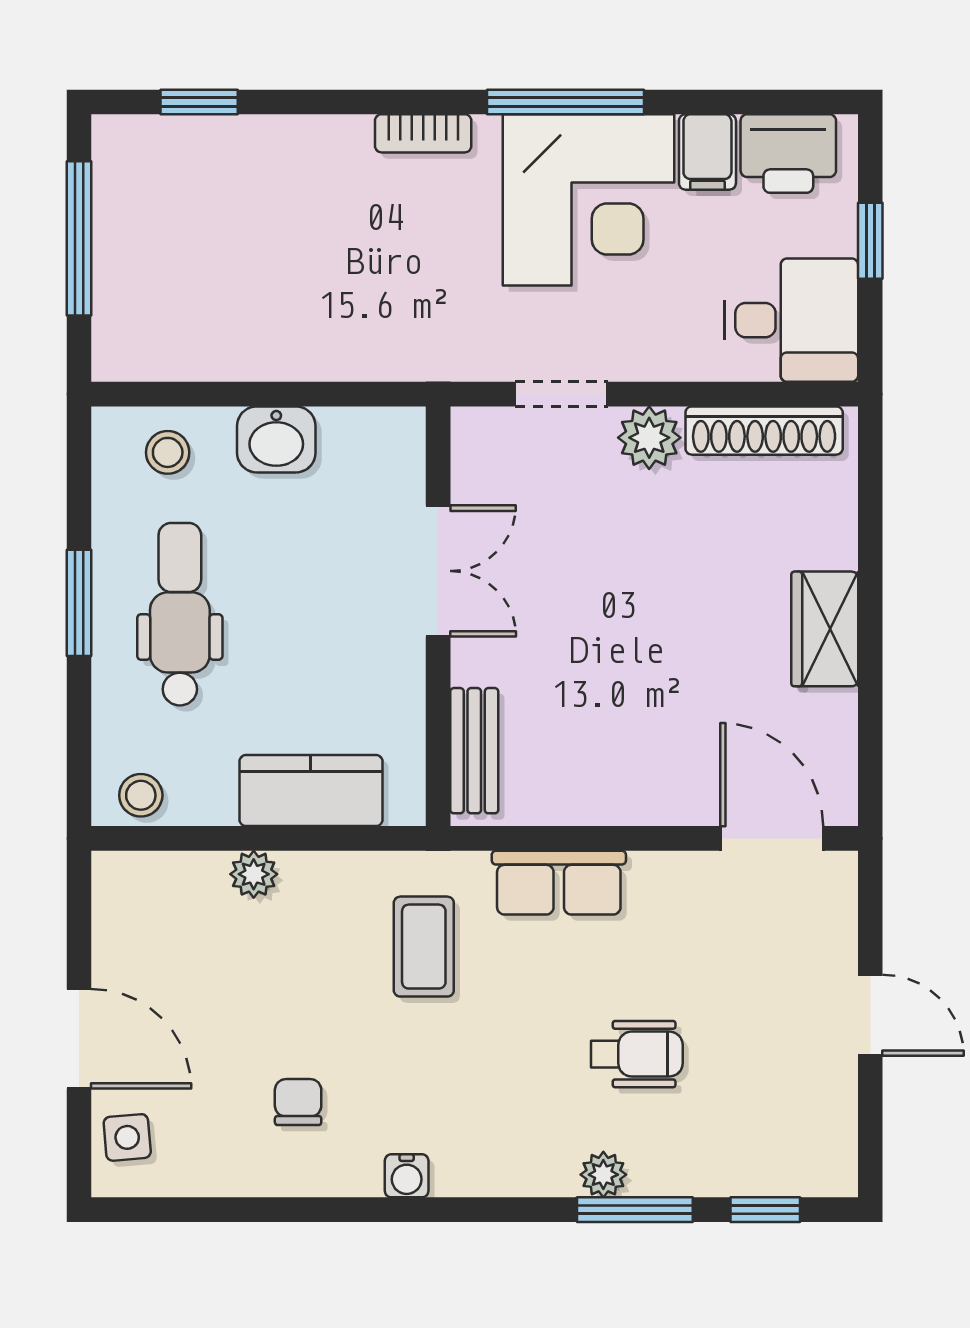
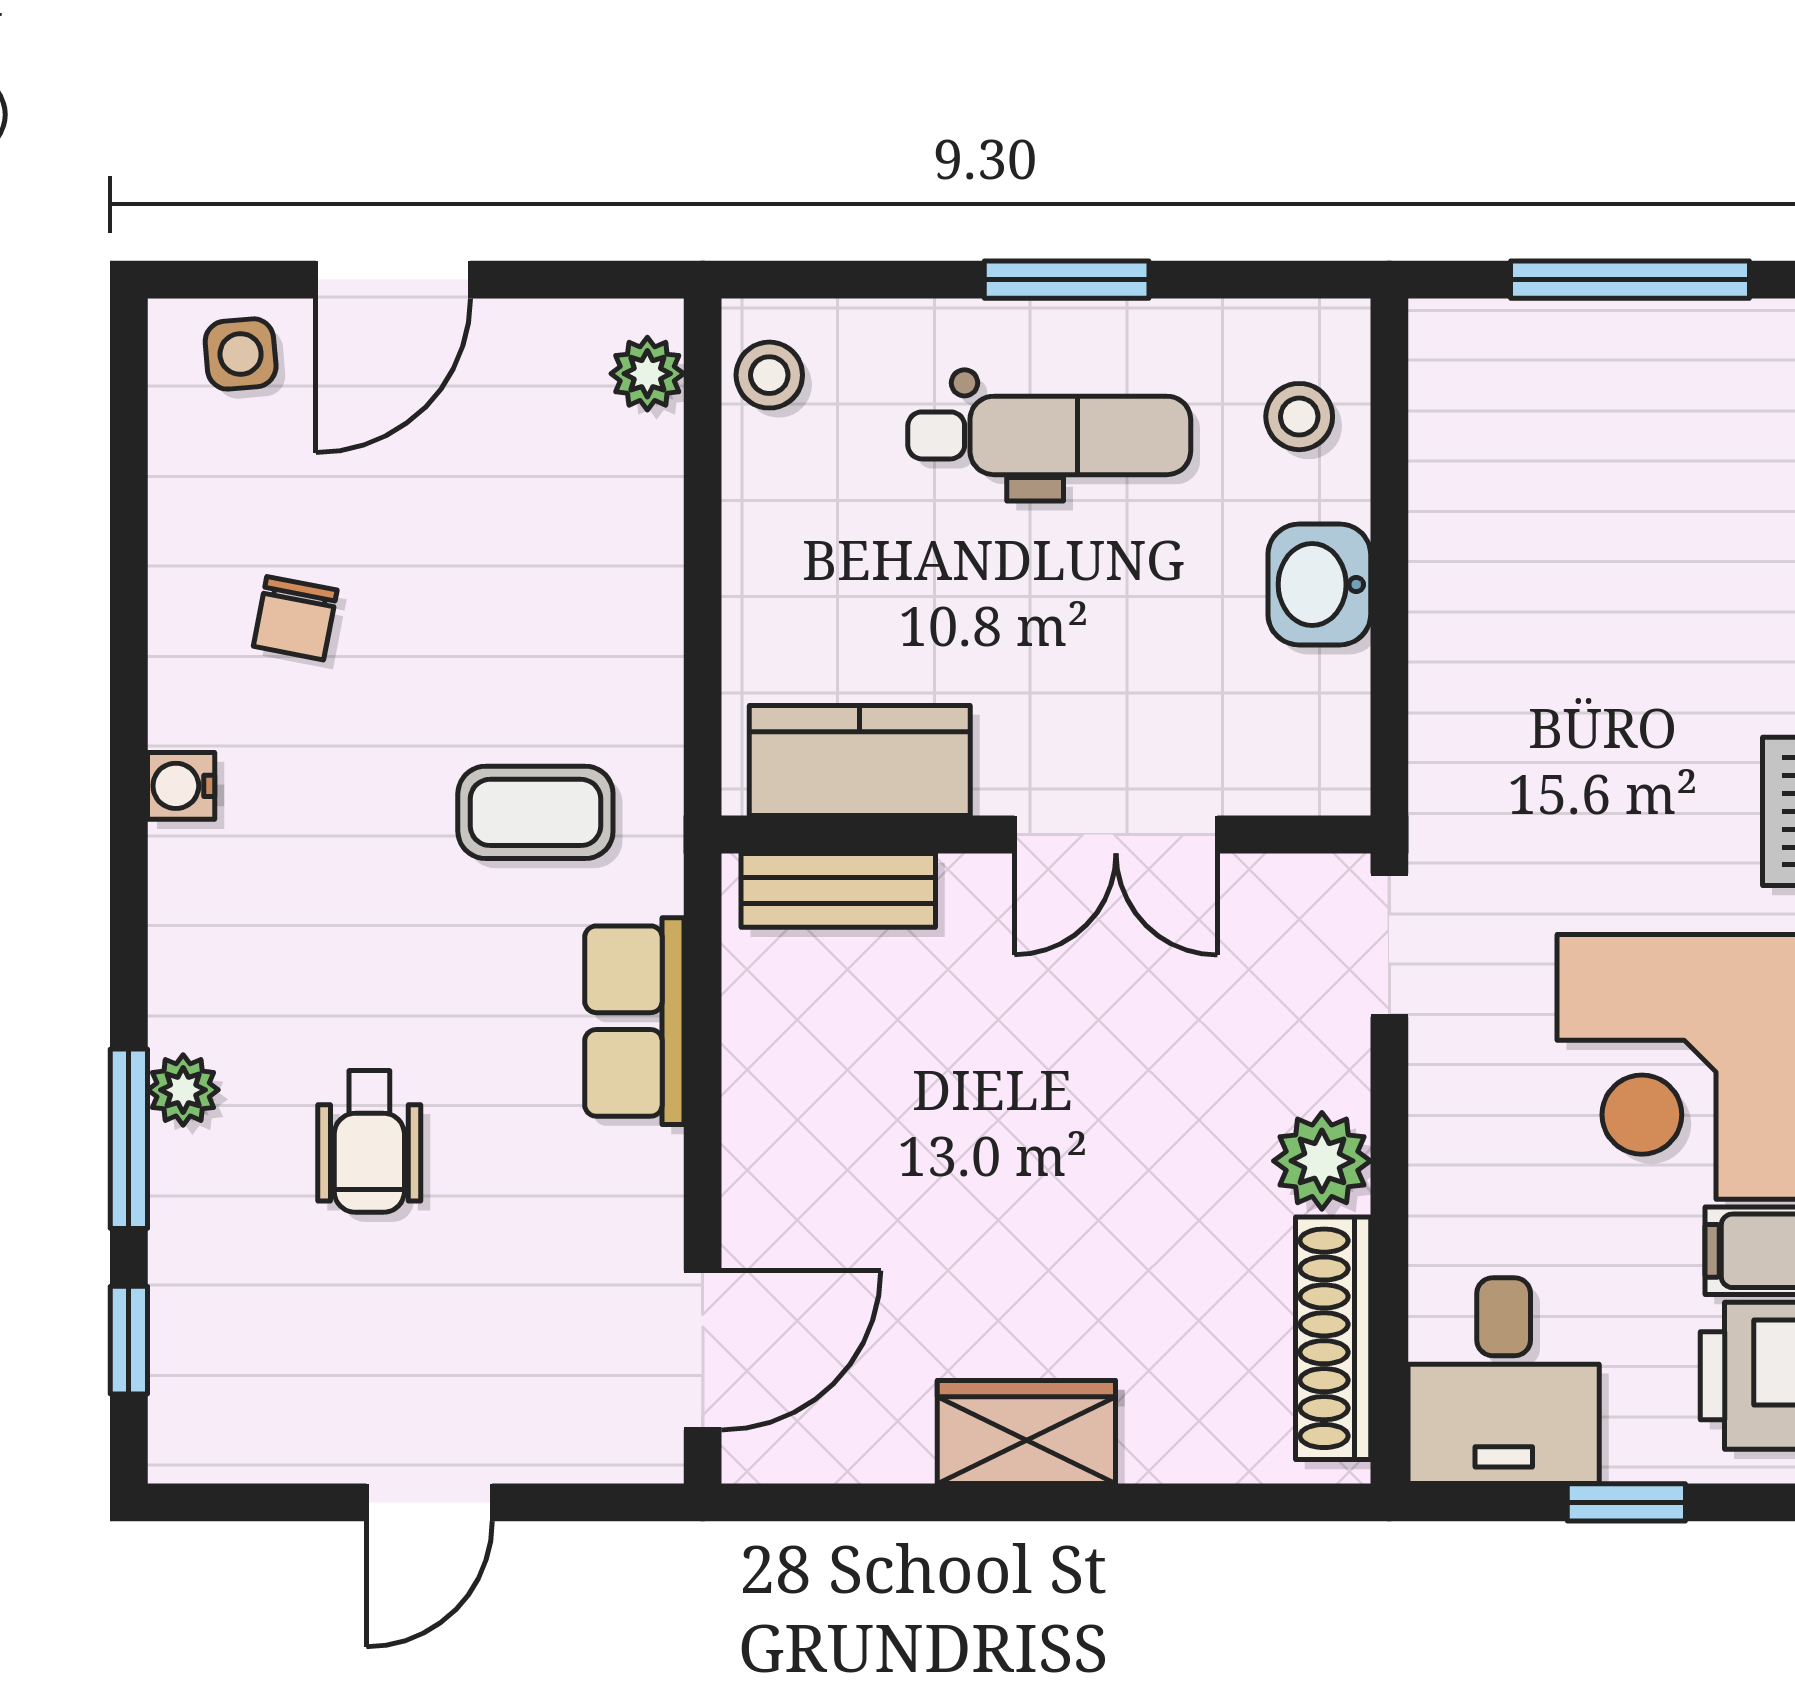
doorway: (561, 394) -> (1389, 945), moved
kitchen counter: (311, 791) -> (860, 761), moved, turned -90
plant: (254, 874) -> (647, 374), moved
chair: (298, 1102) -> (295, 618), turned 101

